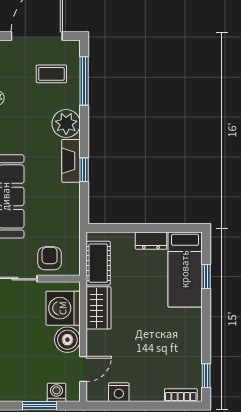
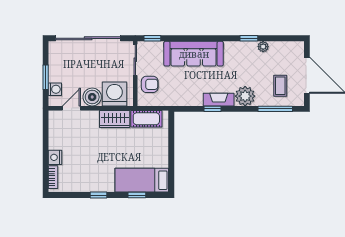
dresser: (151, 241) -> (162, 156), removed
door: (83, 369) -> (71, 108), swing flipped
window: (206, 376) -> (98, 195), moved
nightstand: (119, 392) -> (55, 157), moved

